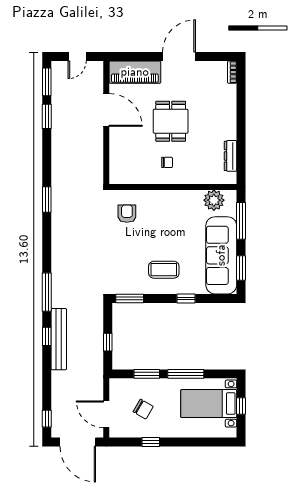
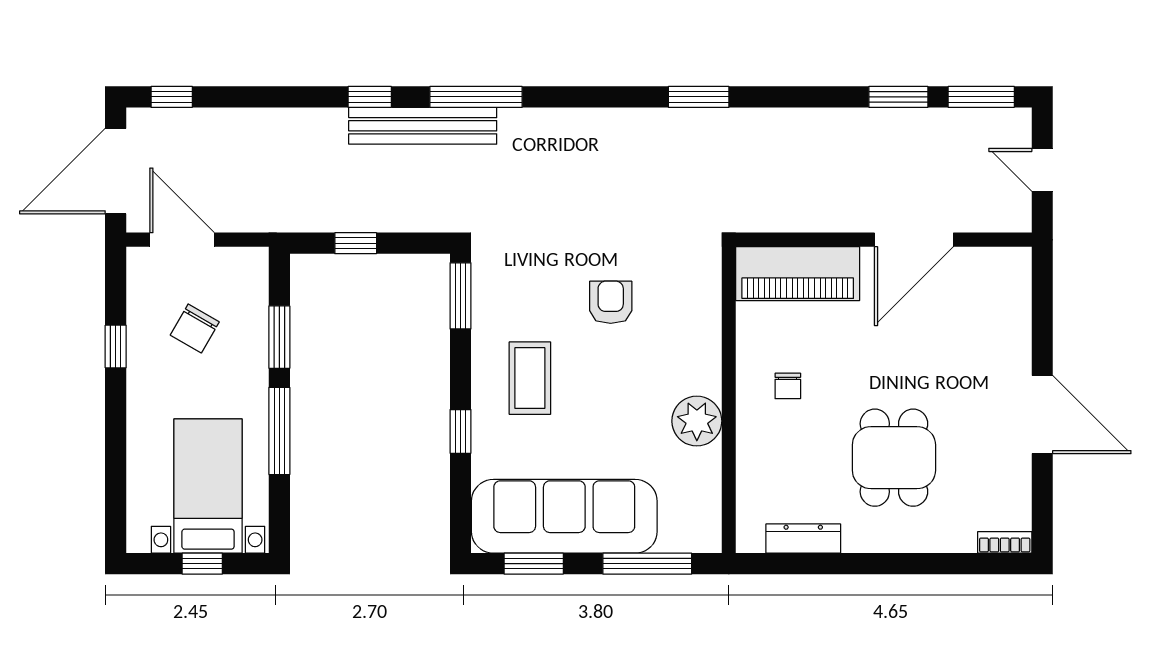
piano: (135, 72) -> (798, 274), moved, turned -90
dining table: (171, 121) -> (894, 458), moved, turned 90
plant: (214, 200) -> (697, 421), moved
armchair: (127, 214) -> (611, 302), moved, turned -90
bench: (59, 339) -> (423, 126), moved
door: (106, 414) -> (182, 240), hinge flipped

